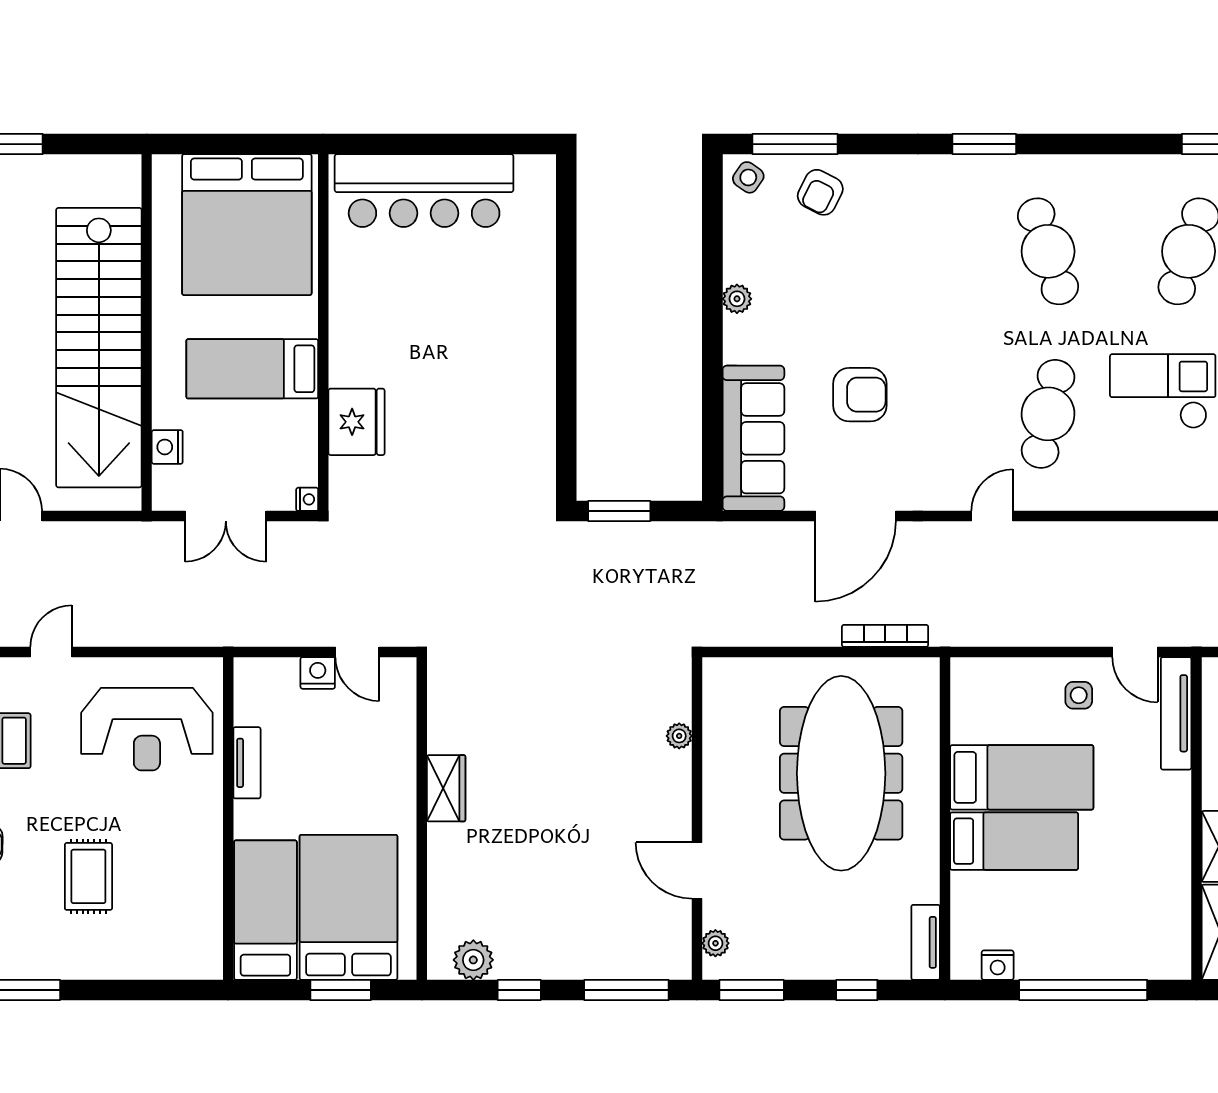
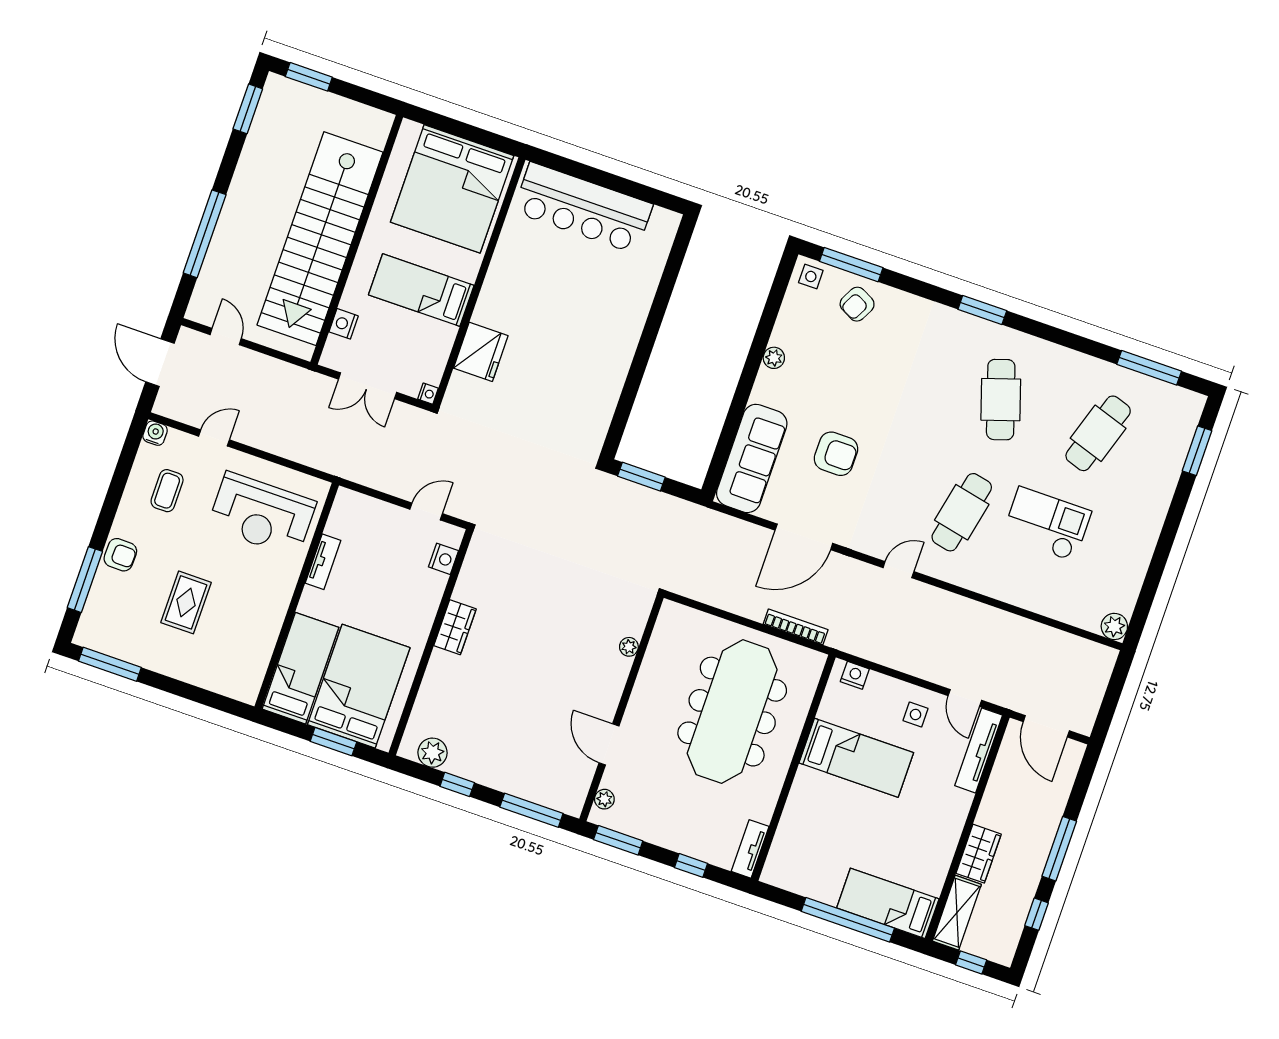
side table: (748, 177) -> (811, 276), turned -35
door: (357, 652) -> (426, 511), swing flipped
nightstand: (318, 673) -> (443, 559), moved, turned 90
bed: (1014, 841) -> (888, 903), moved, turned 180
nightstand: (998, 965) -> (855, 675), moved, turned 180

